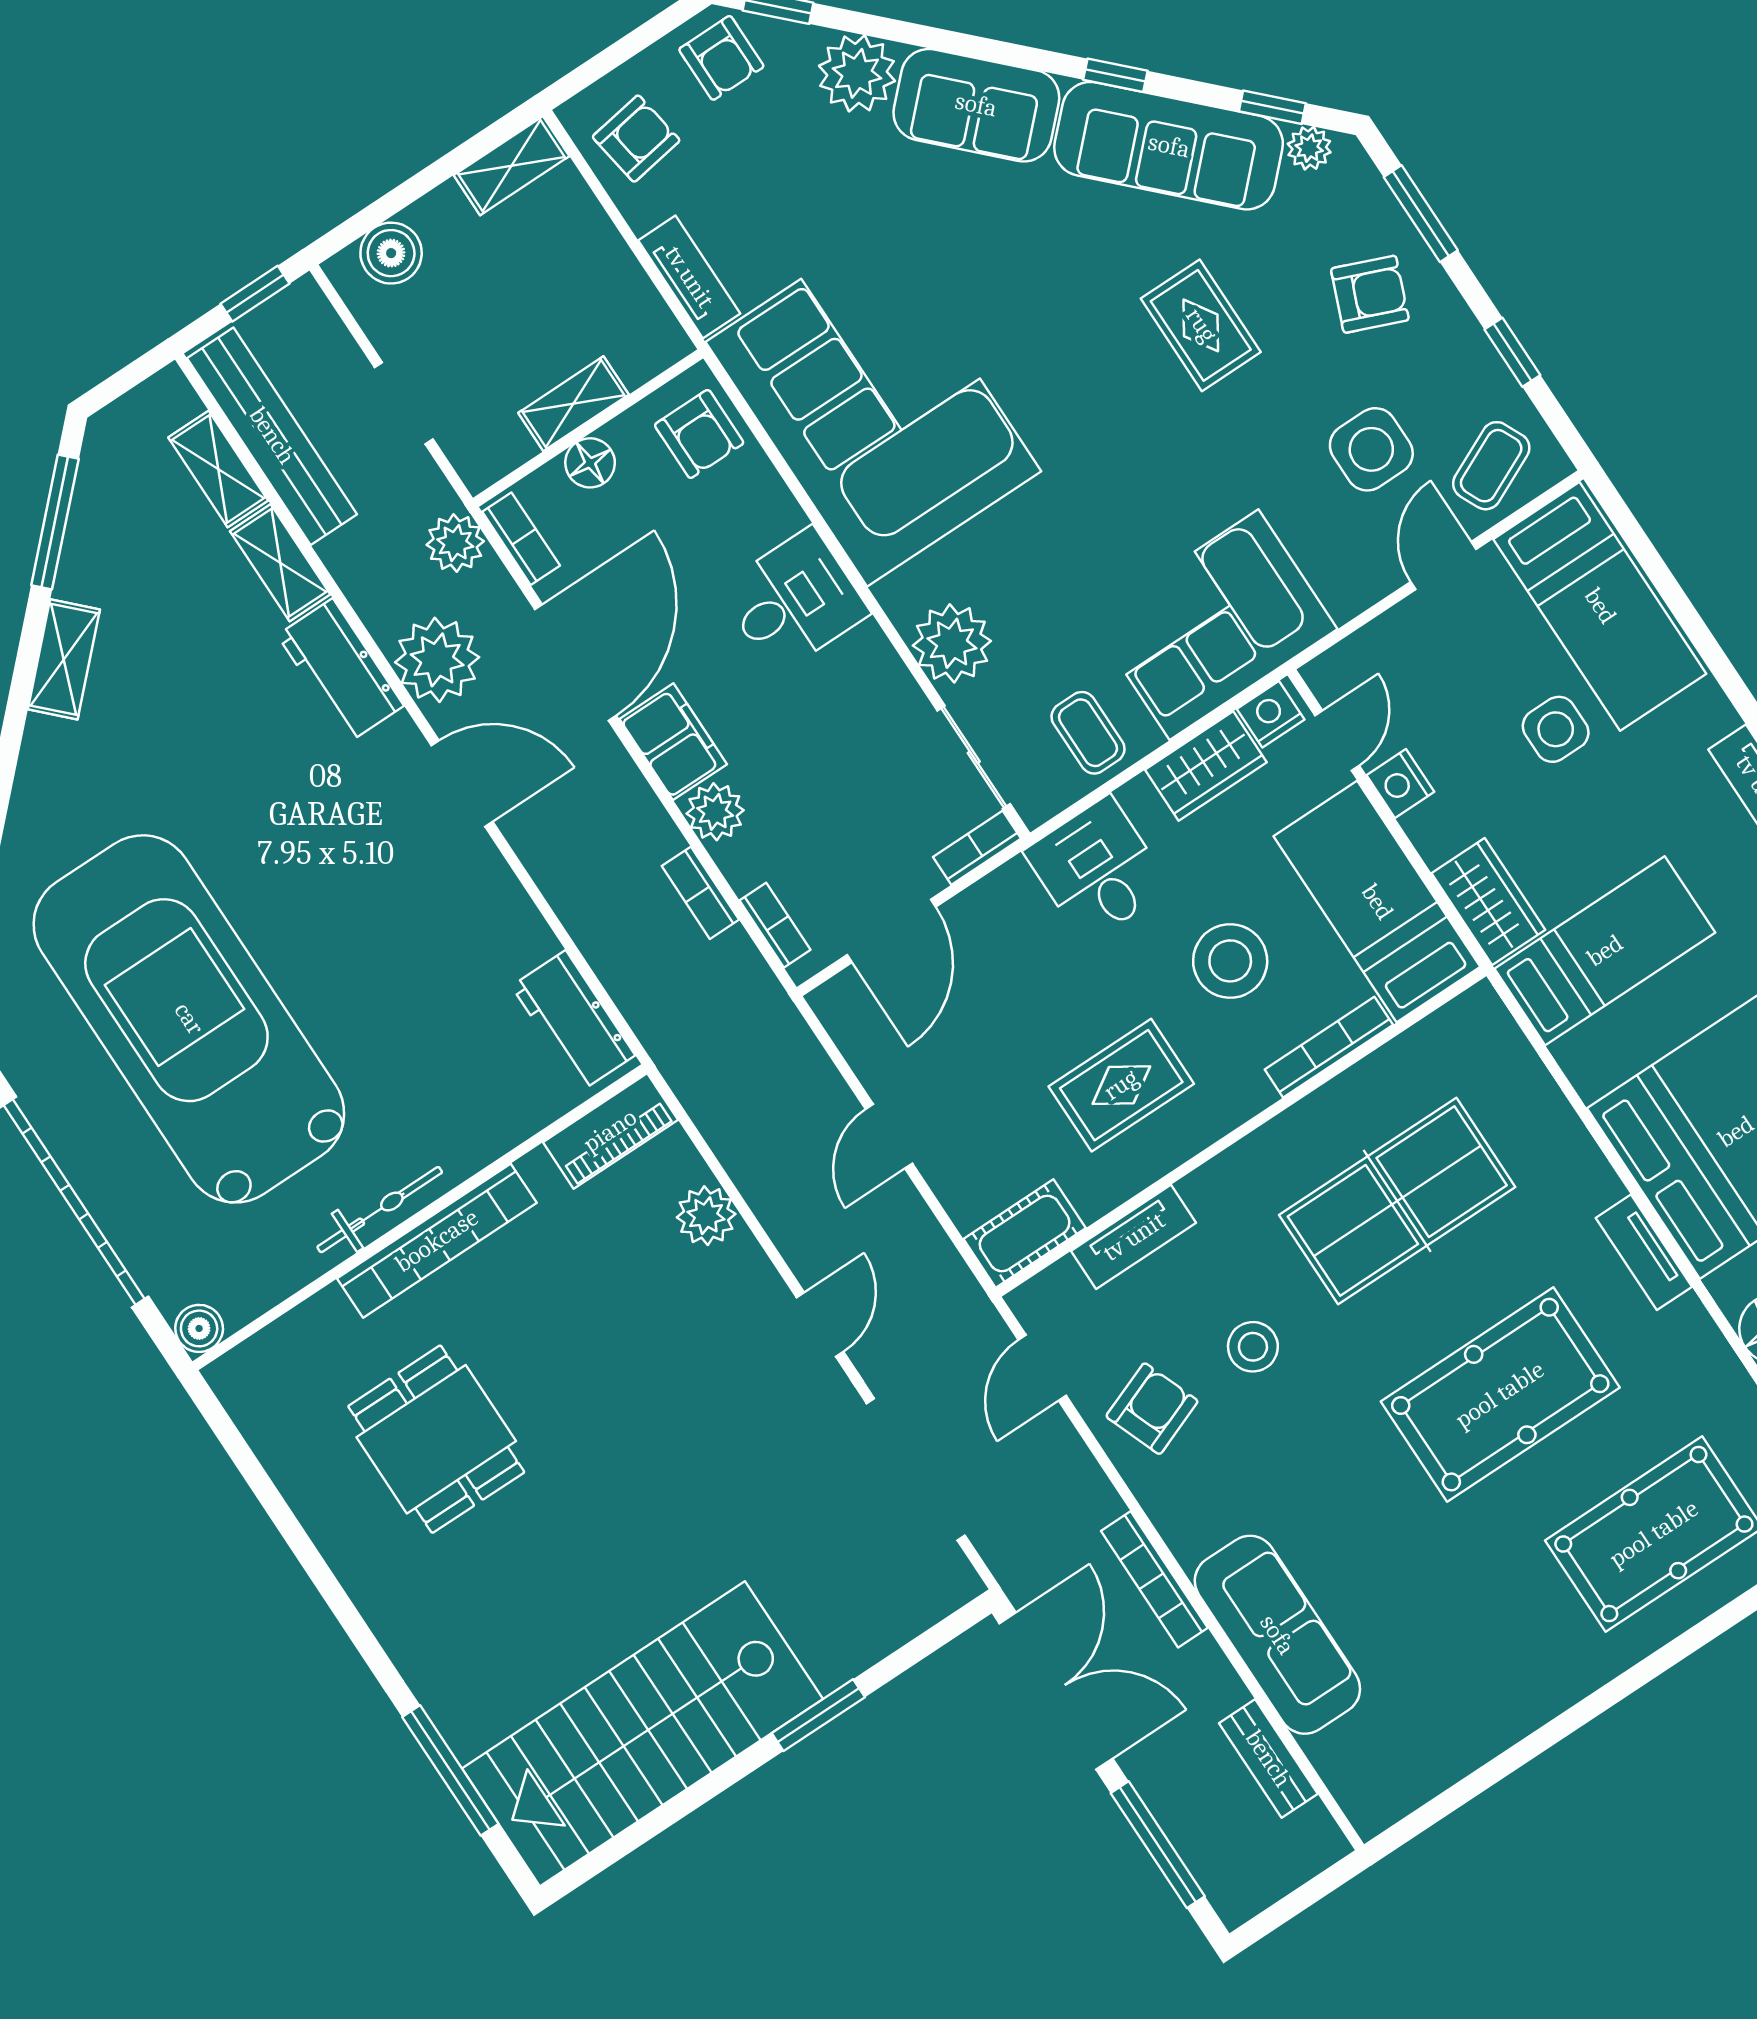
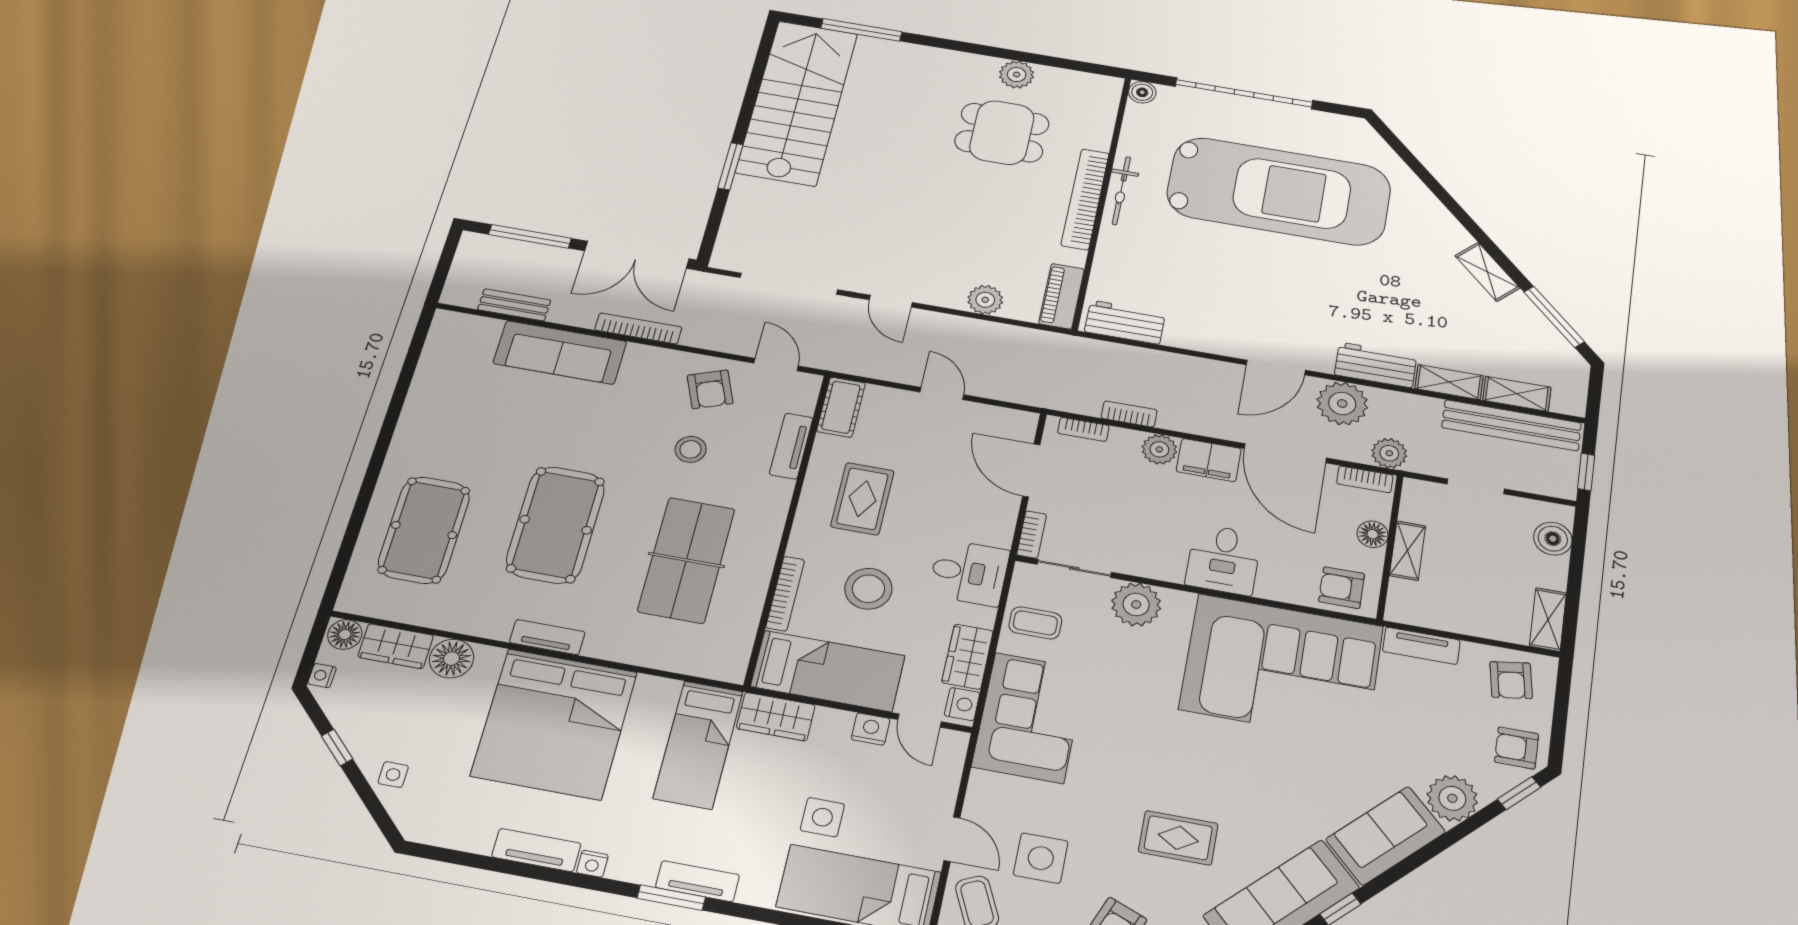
plant: (327, 1509) -> (1017, 75), added

